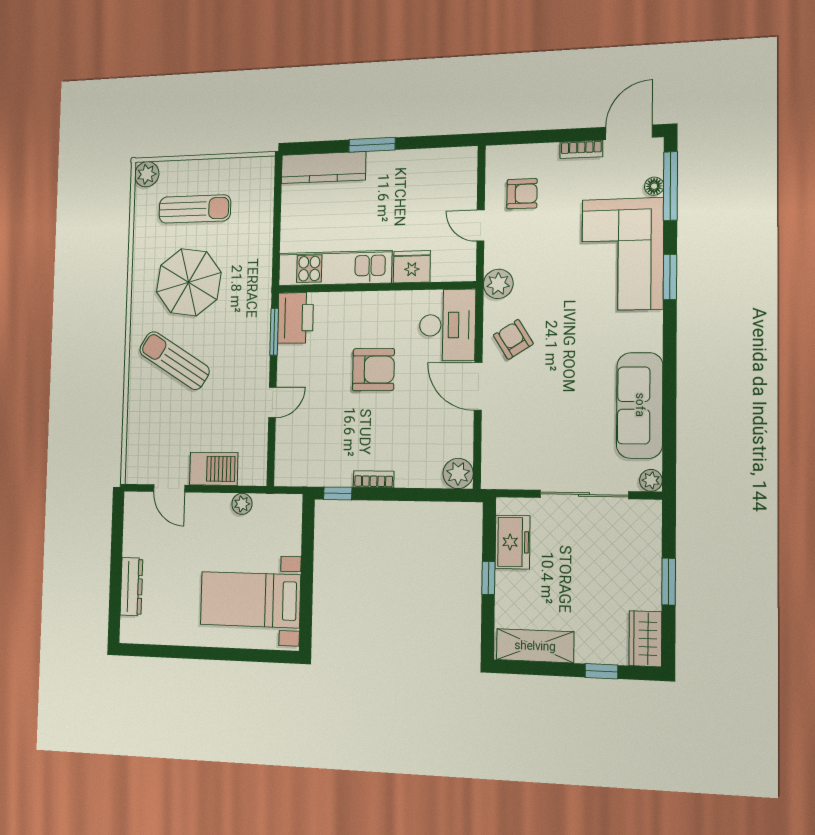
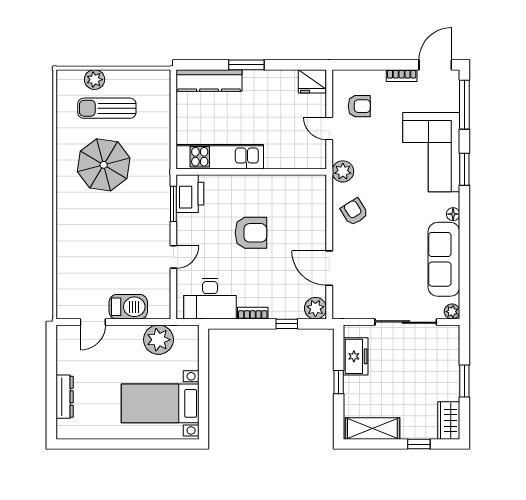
plant: (147, 174) -> (95, 80), moved
floor lamp: (654, 186) -> (453, 214), moved
sun lounger: (195, 209) -> (107, 108), turned 180
fridge: (412, 267) -> (312, 81), moved, turned 180
desk: (447, 325) -> (210, 299), moved, turned 90
sun lounger: (174, 360) -> (94, 225), removed
door: (478, 386) -> (329, 268), moved
door: (169, 488) -> (93, 322), hinge flipped
window: (338, 493) -> (287, 324), moved
plant: (242, 504) -> (158, 340), width x1.88, depth x1.88

